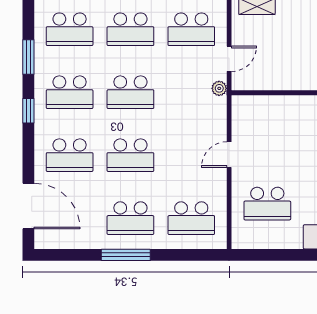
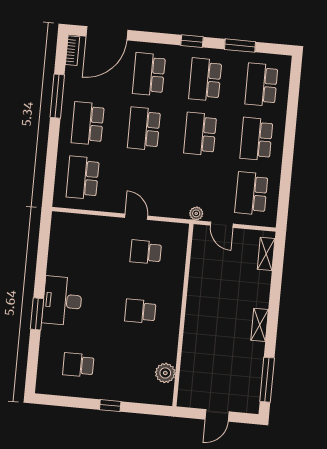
school desk: (267, 204) -> (146, 252), moved, width x0.54
bookcase: (51, 243) -> (72, 51), added
window: (126, 255) -> (57, 96), moved

